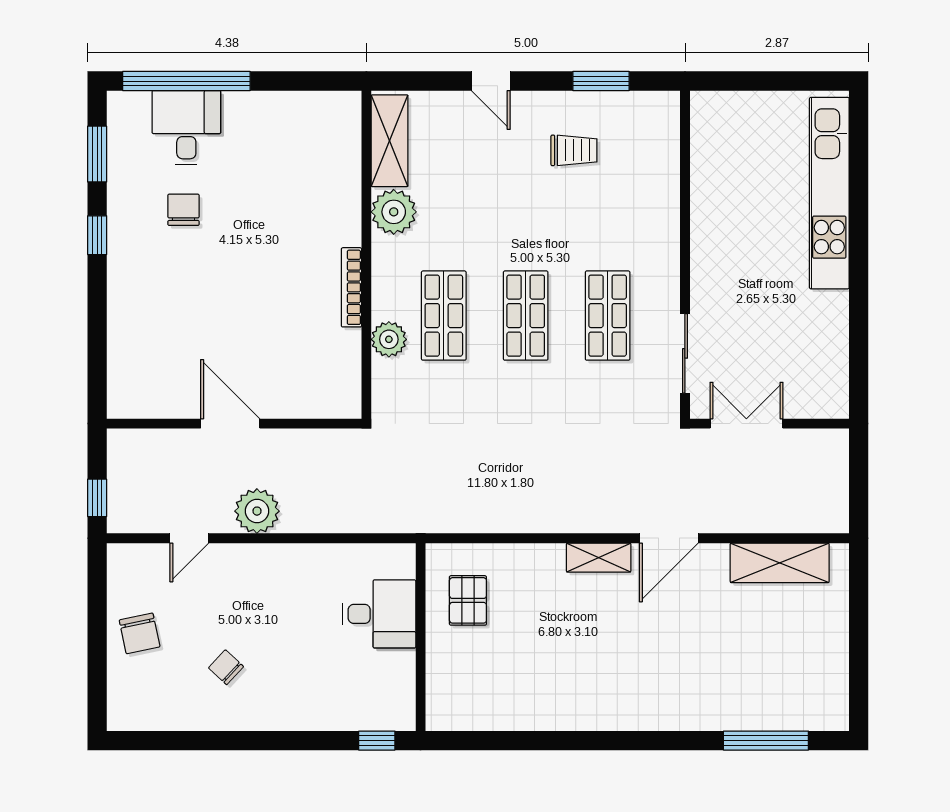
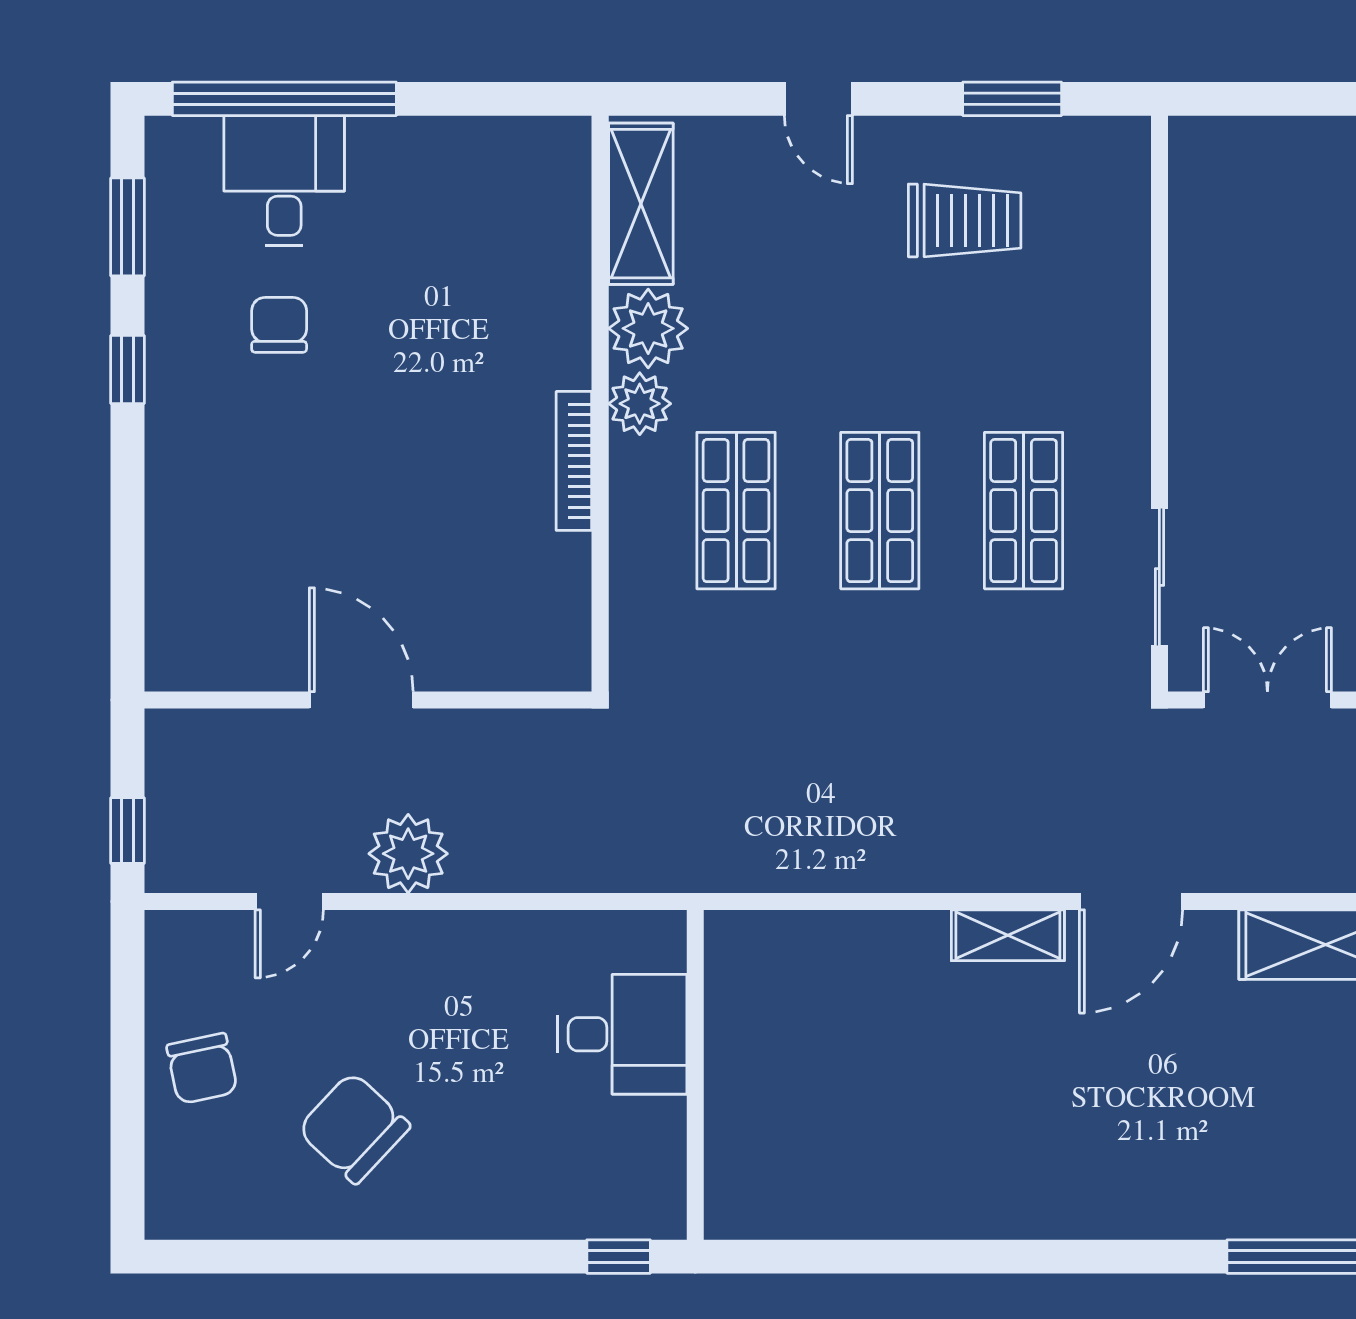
trolley: (574, 150) -> (965, 220), width x1.36, depth x1.39
plant: (389, 339) -> (640, 404), moved
pallet: (468, 600) -> (778, 1011), removed
chair: (226, 667) -> (354, 1128), width x1.87, depth x1.87

